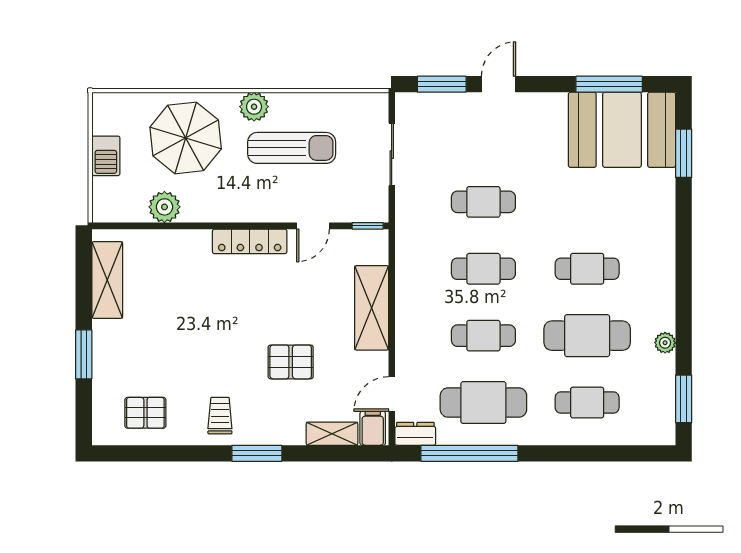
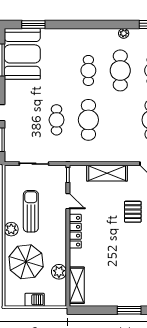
cafe table: (483, 269) -> (88, 120), width x1.37, depth x1.35
shelving: (107, 280) -> (77, 285), moved, turned 90
cafe table: (483, 336) -> (120, 120), removed

